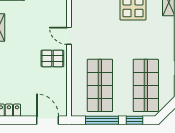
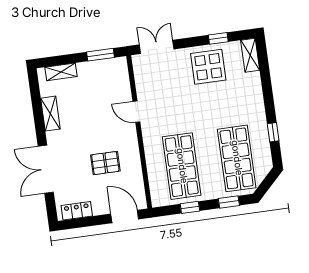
pallet: (52, 58) -> (105, 163), moved
window: (102, 120) -> (190, 207), width x0.46

